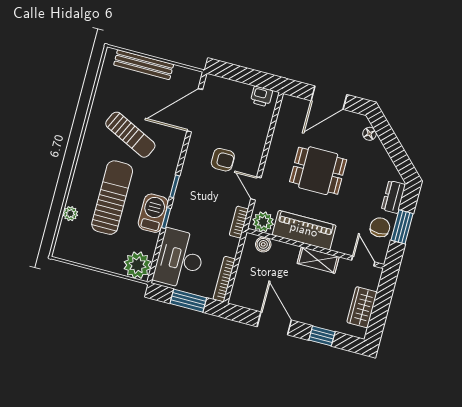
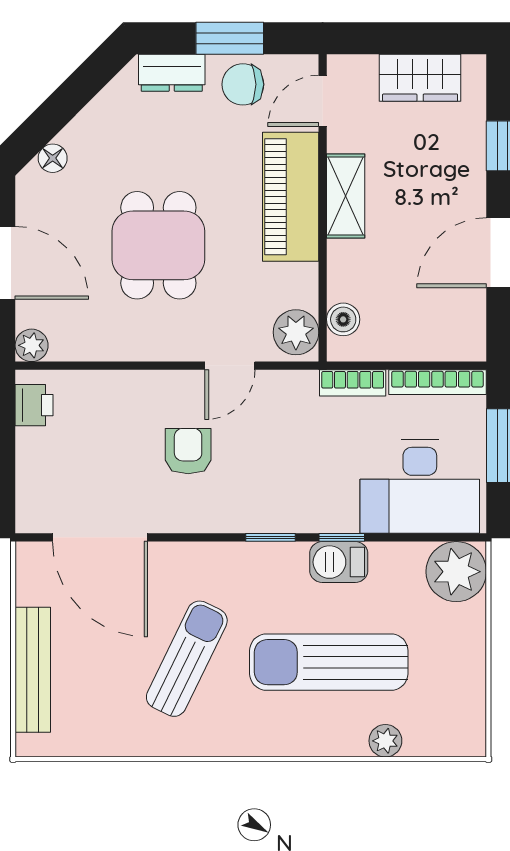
plant: (288, 102) -> (32, 345), added
barbecue: (153, 213) -> (339, 562), width x0.73, depth x0.79
bookcase: (239, 222) -> (353, 383), moved
piano: (304, 230) -> (291, 197), moved

